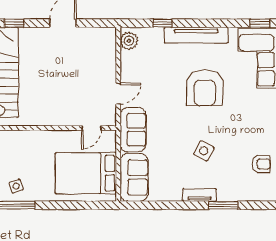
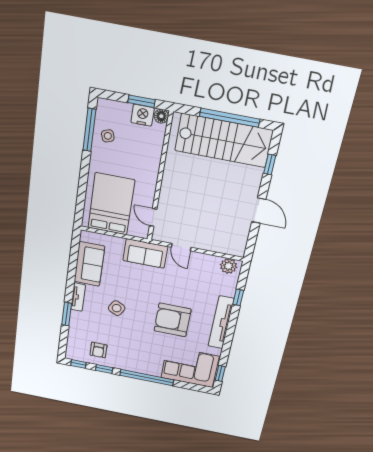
sofa: (134, 177) -> (89, 264), moved, turned -90

